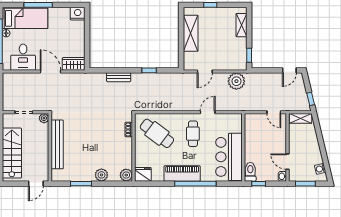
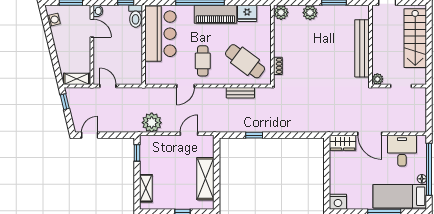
bench: (119, 77) -> (240, 93), moved
fridge: (143, 174) -> (247, 13), moved

